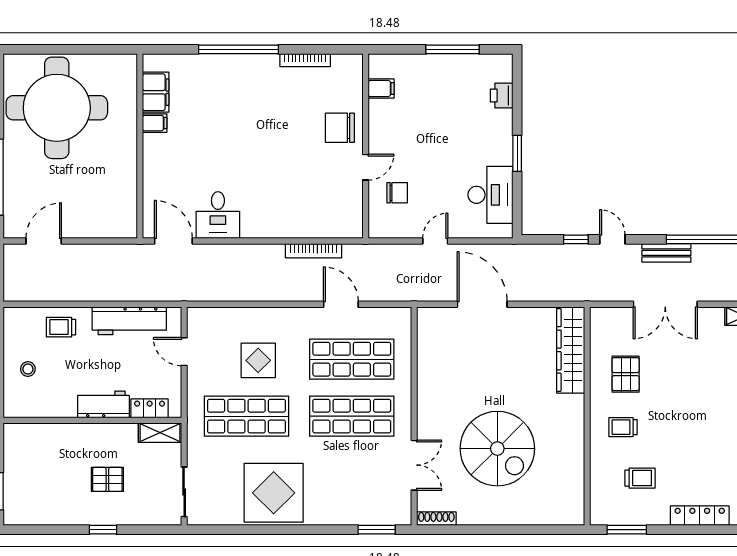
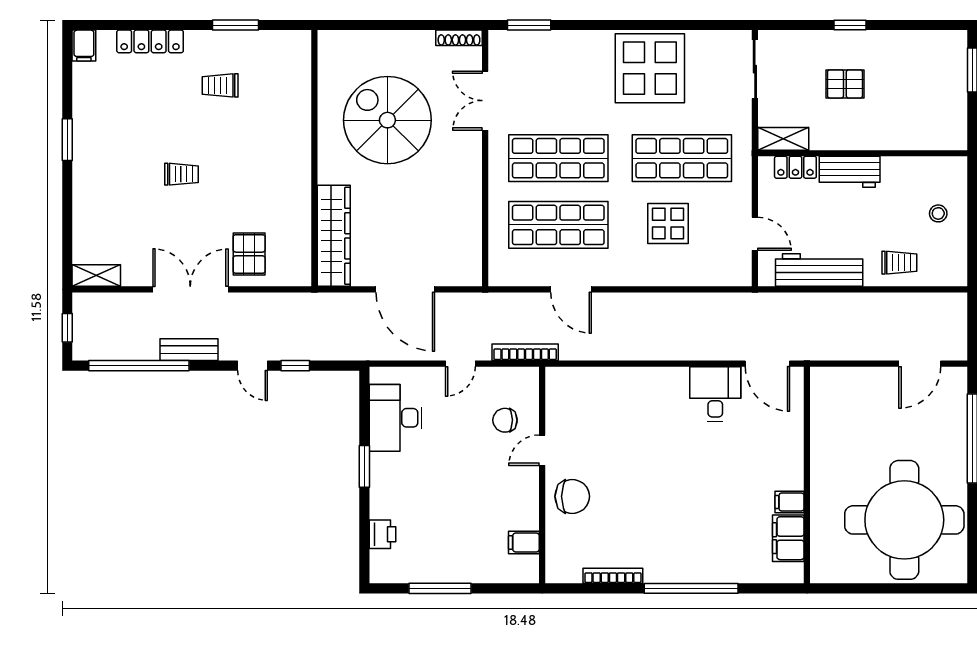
bookcase: (314, 251) -> (525, 352), moved
wardrobe: (571, 350) -> (334, 236), moved
pallet: (626, 374) -> (249, 254), moved
wall: (587, 416) -> (314, 158), moved
trolley: (623, 427) -> (182, 174), moved

